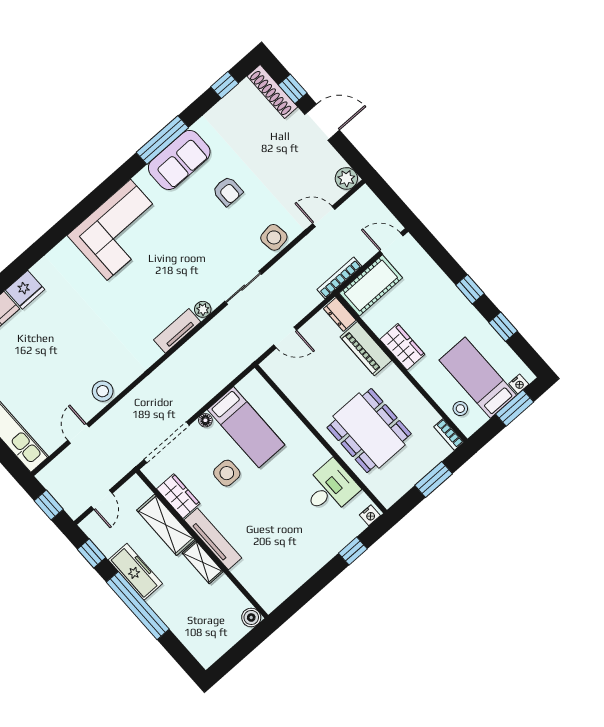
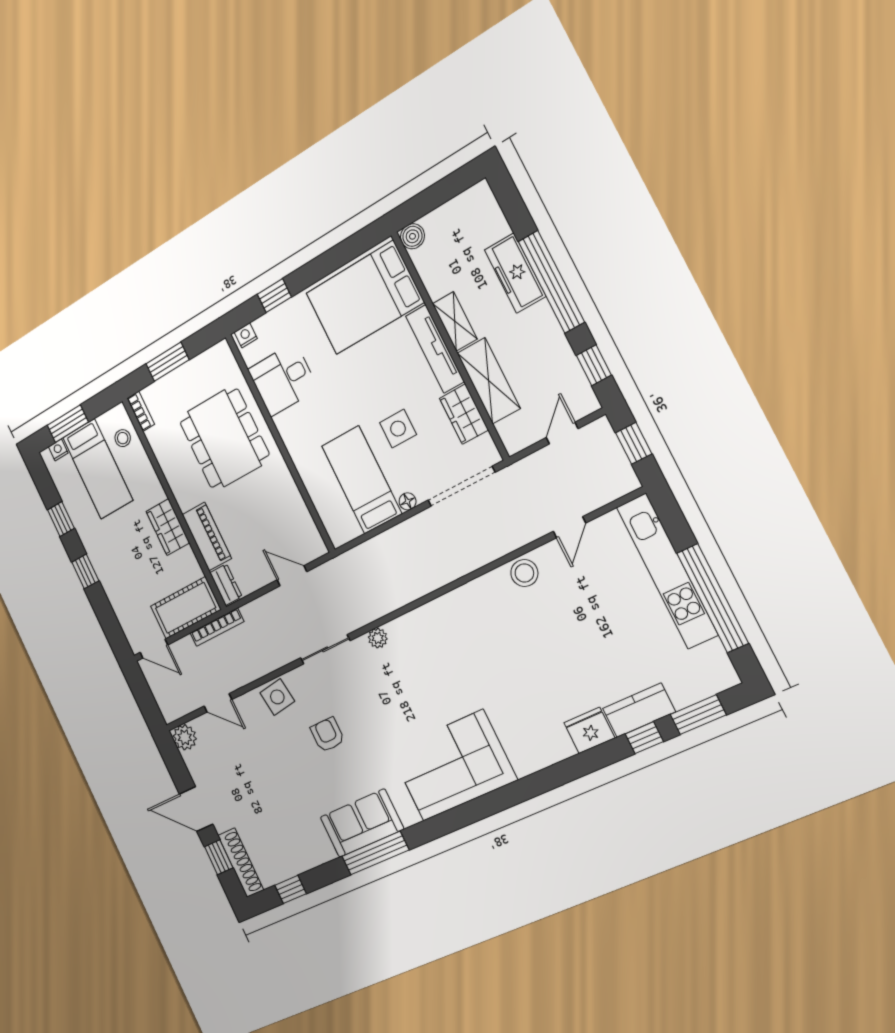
armchair: (228, 191) -> (327, 735), moved
tv unit: (177, 331) -> (414, 621), removed
bed: (278, 565) -> (365, 298), added
freezer: (135, 572) -> (515, 273), moved

